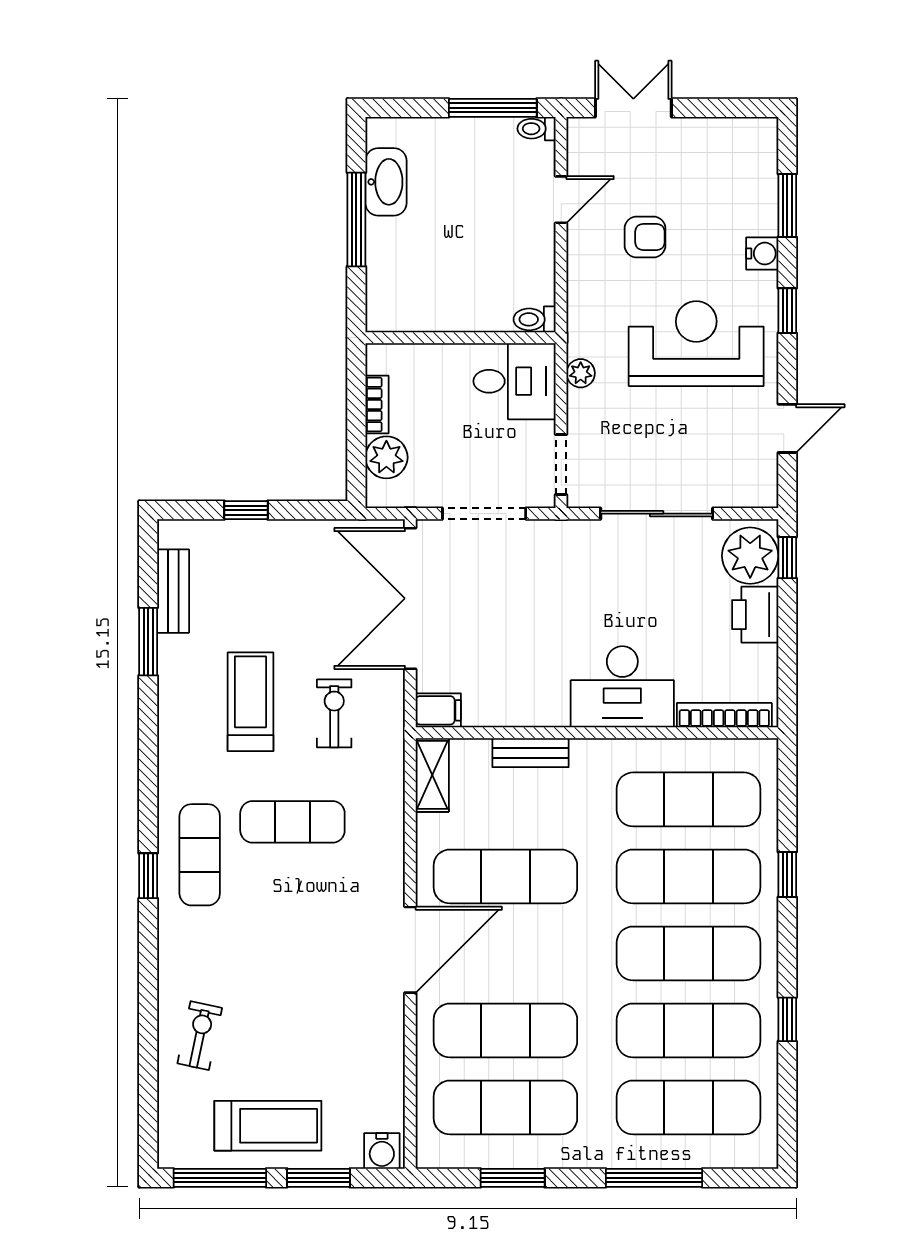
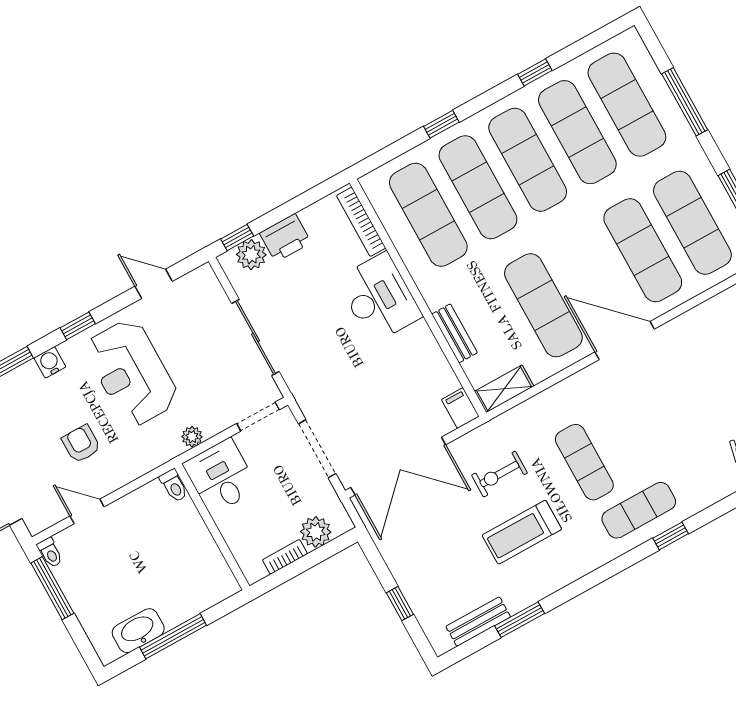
plant: (750, 556) -> (251, 255), width x0.73, depth x0.73

